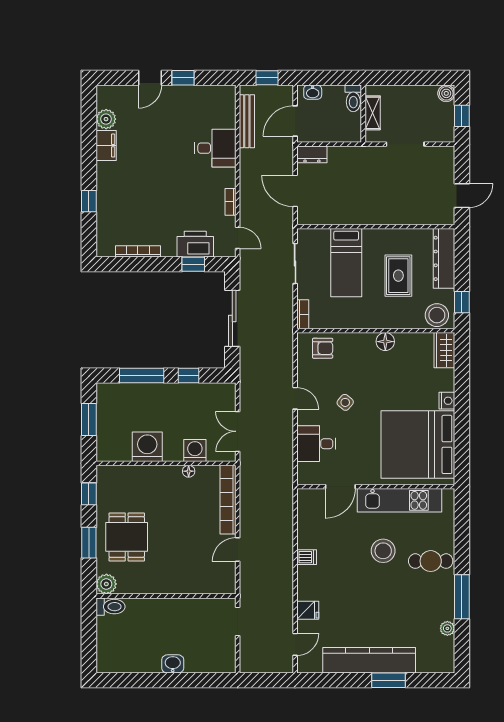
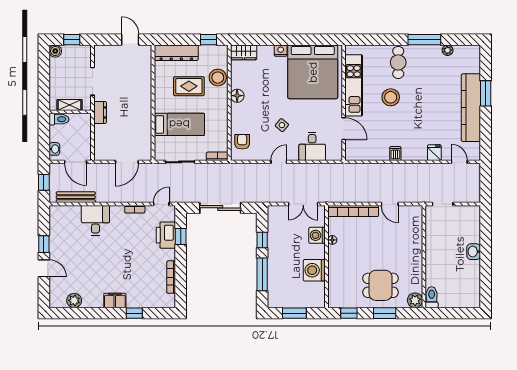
filing cabinet: (106, 146) -> (115, 300), moved
dresser: (312, 154) -> (100, 112), moved
stool: (437, 315) -> (218, 78), moved

